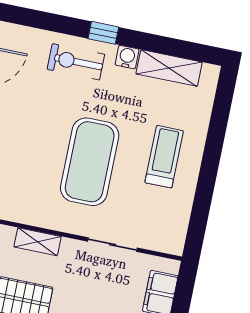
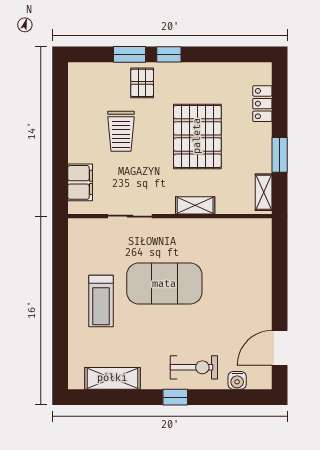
water cooler: (127, 57) -> (237, 380), moved
exercise mat: (90, 162) -> (164, 284), turned 90

